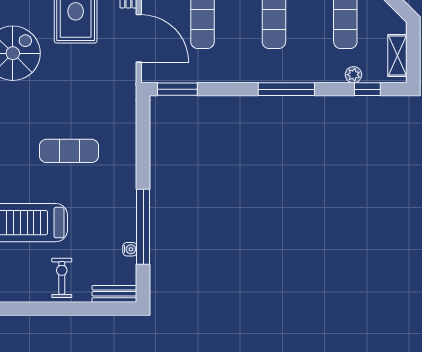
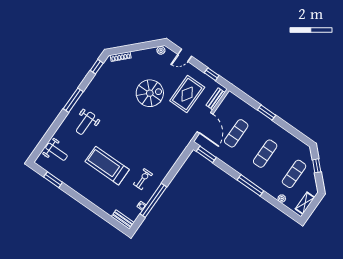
window: (367, 89) -> (283, 208), removed
exercise mat: (69, 151) -> (145, 149), removed
exercise bike: (62, 278) -> (143, 179), moved

